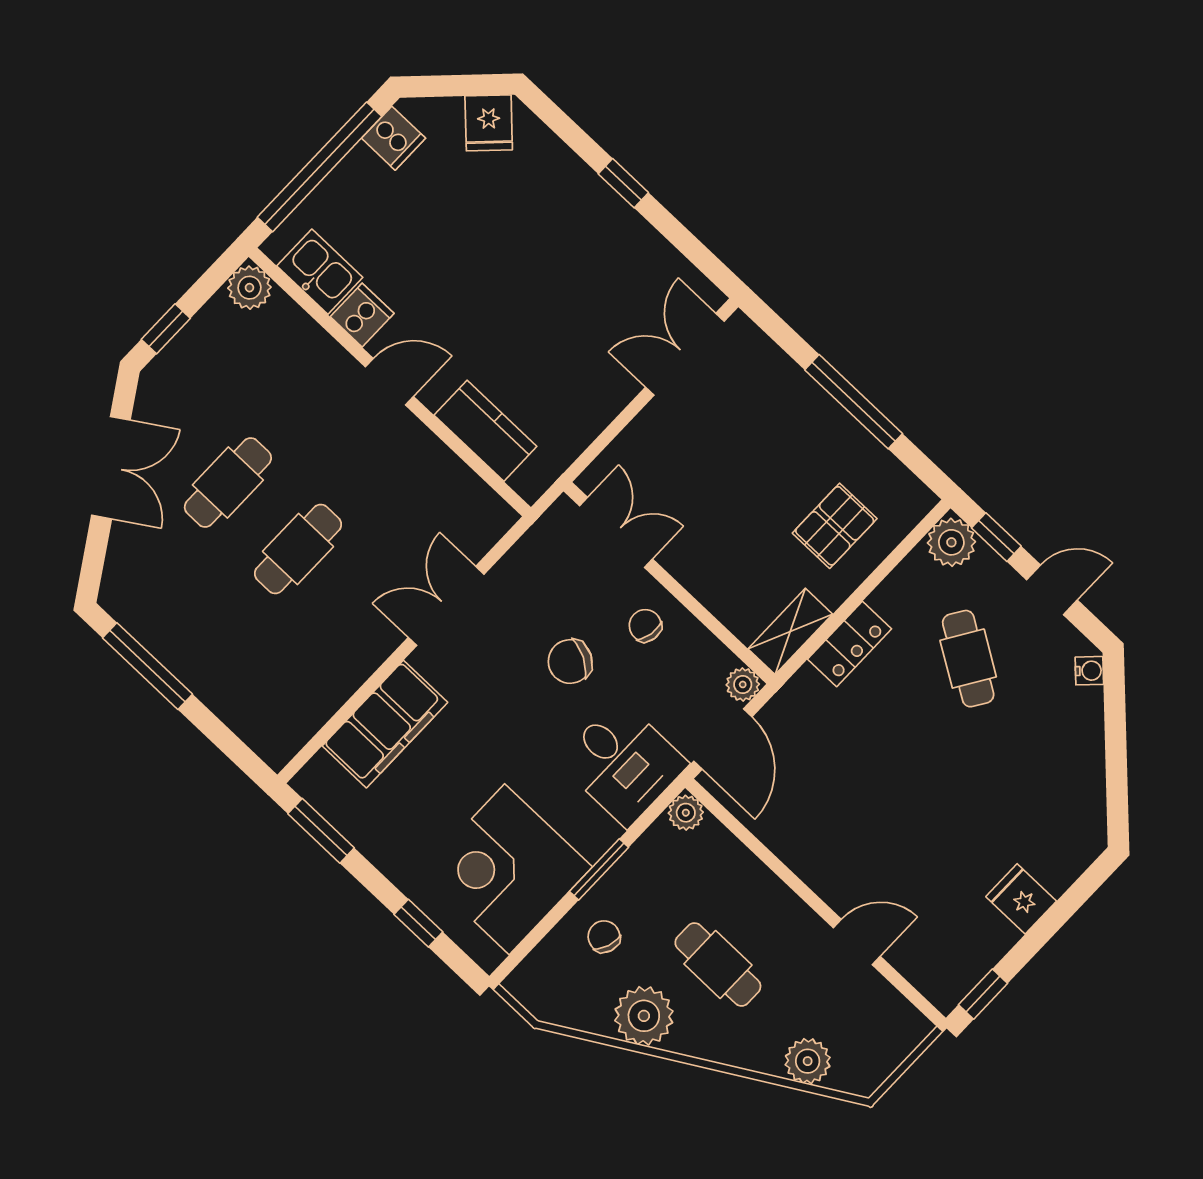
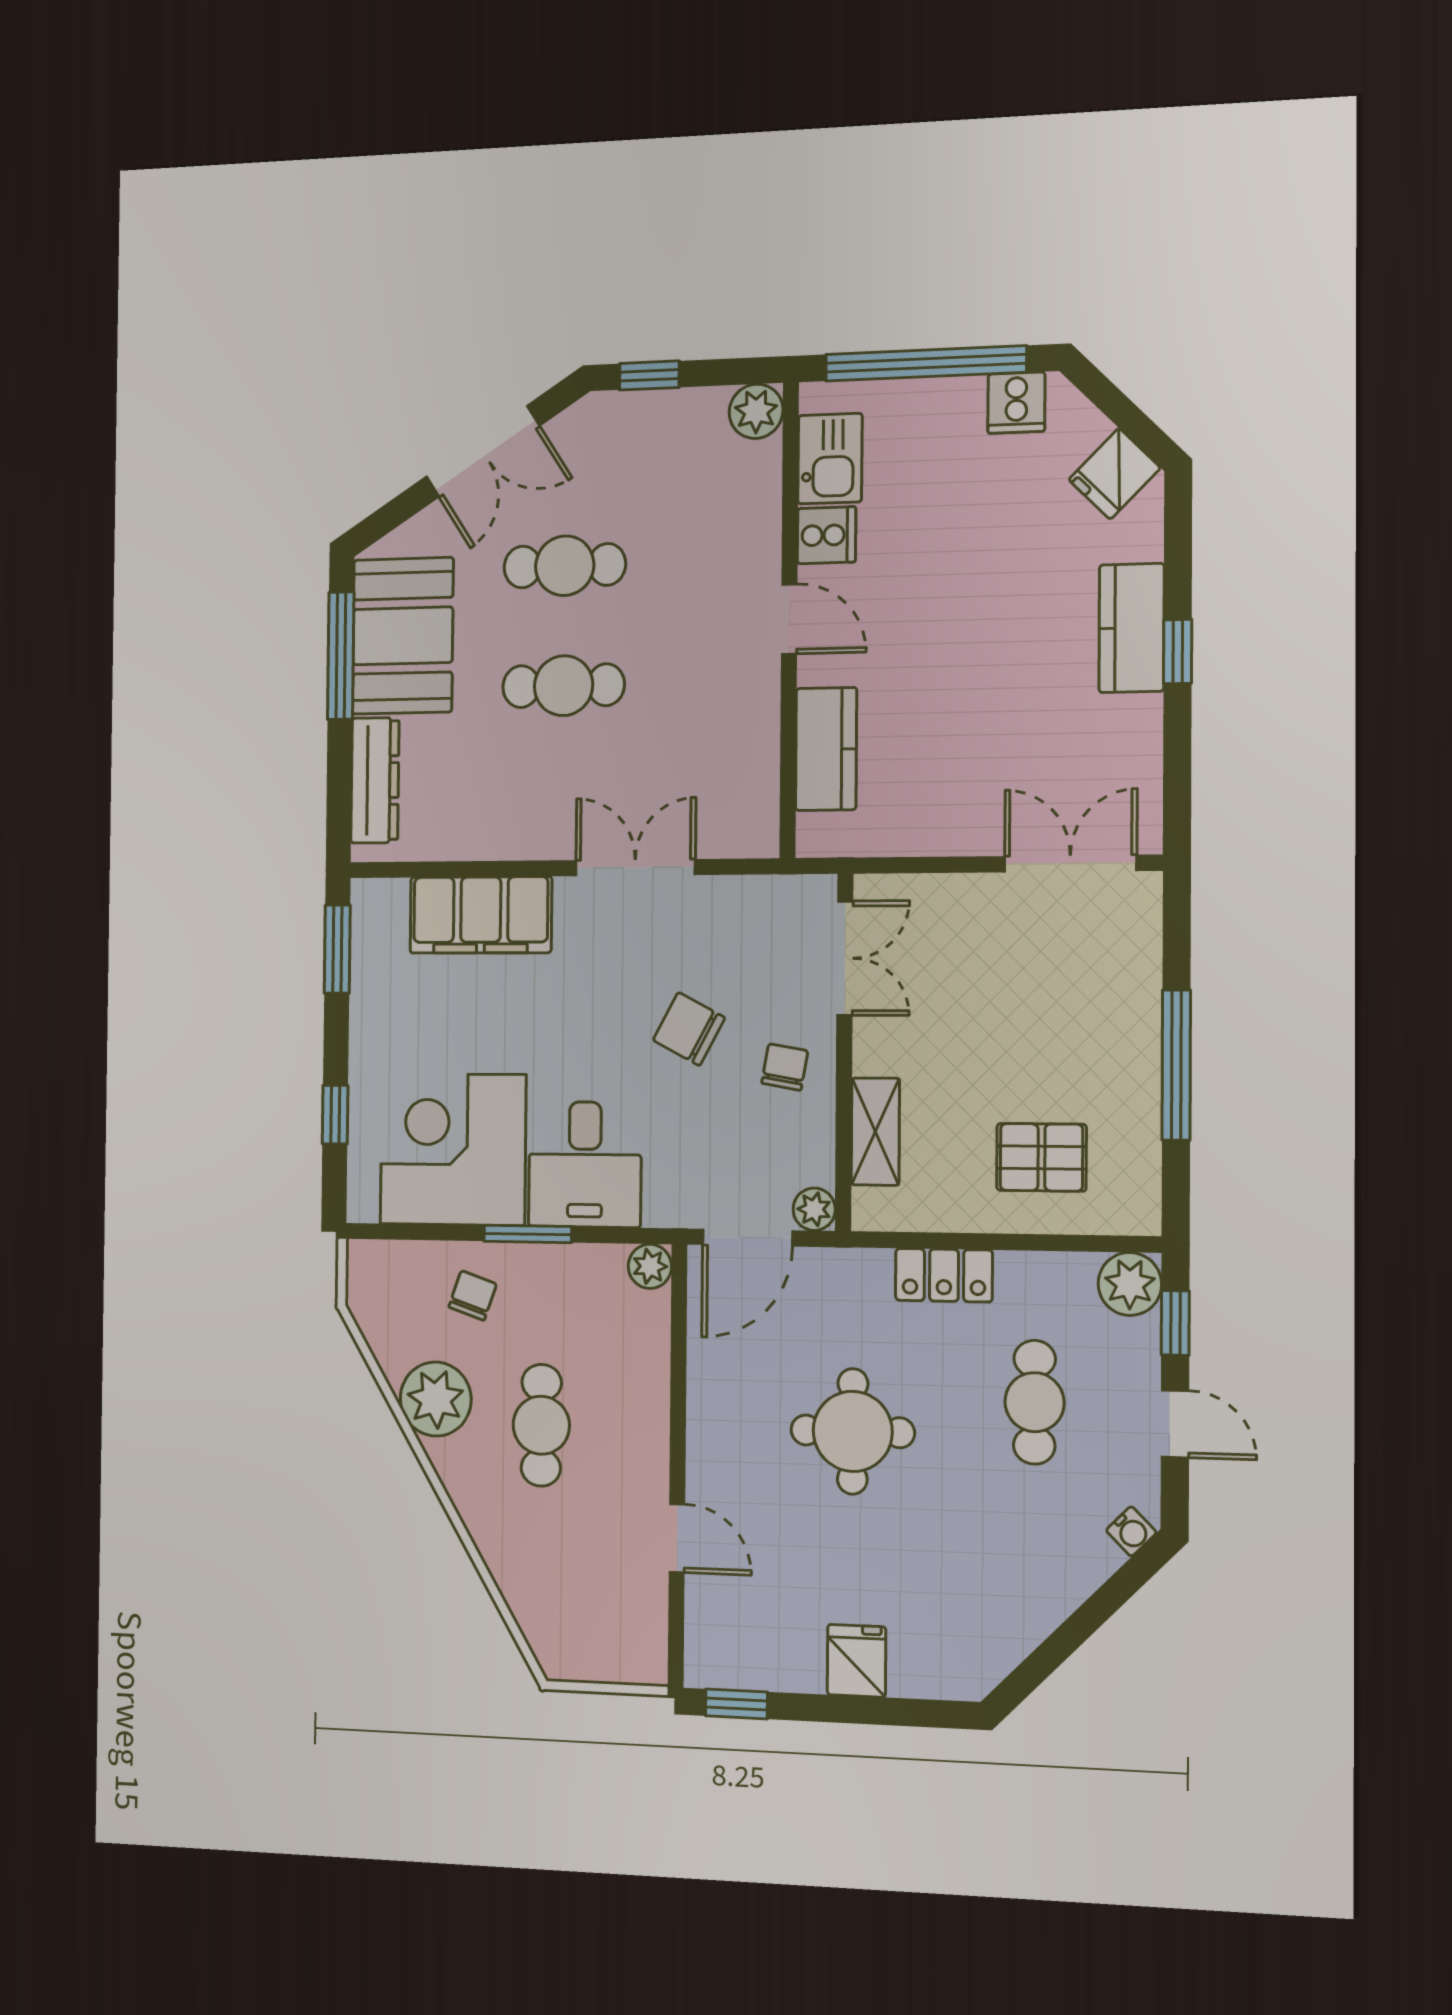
kitchen counter: (585, 196) -> (1132, 628), added
booth: (173, 618) -> (403, 636), added
shelving: (790, 631) -> (875, 1132), moved, turned 90
cafe table: (968, 659) -> (1035, 1402), turned -32
dresser: (243, 714) -> (375, 780), added
desk: (623, 763) -> (585, 1164), moved
round table: (890, 780) -> (853, 1431), added
plant: (808, 1061) -> (530, 1591), removed

